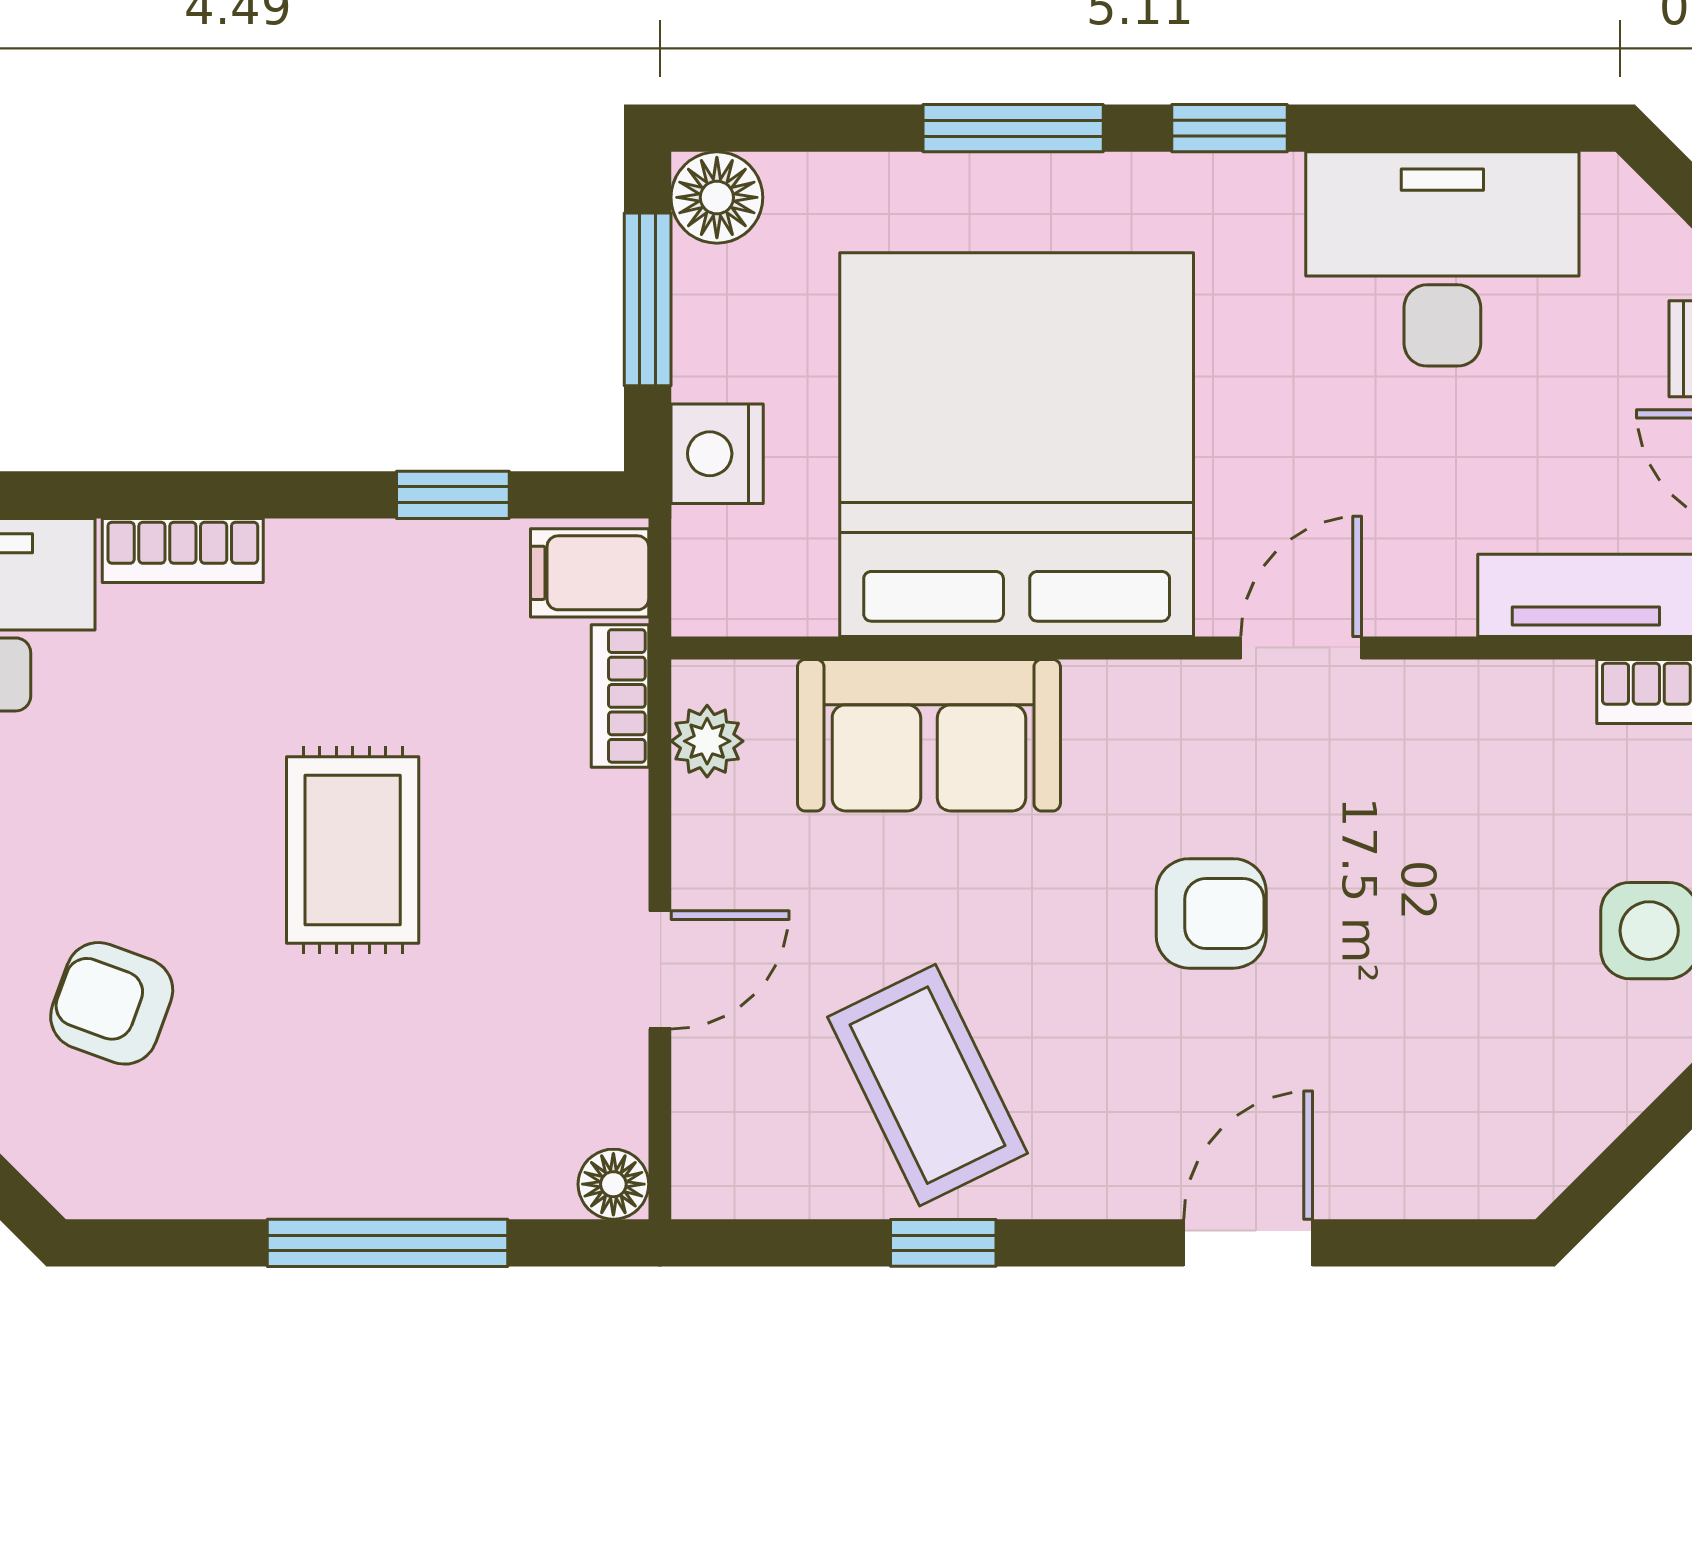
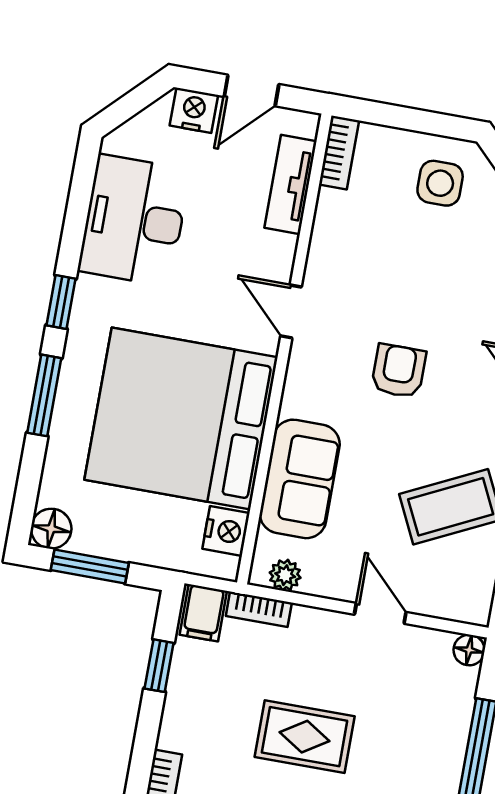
nightstand: (717, 454) -> (226, 531), moved, turned -90

